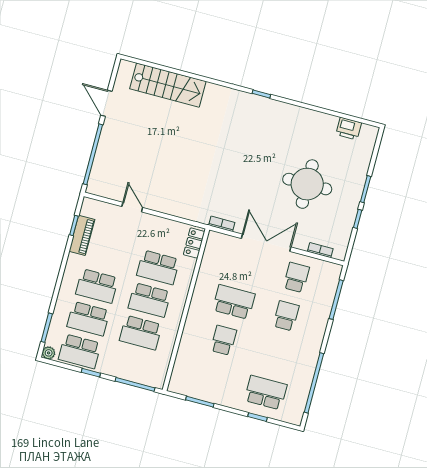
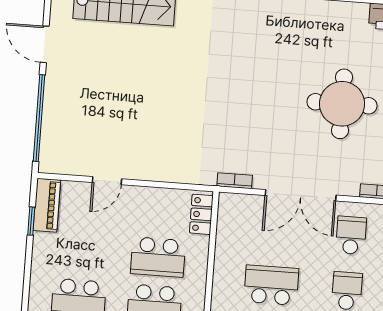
door: (132, 207) -> (107, 181), swing flipped
piano: (82, 235) -> (47, 205), moved
double door: (266, 243) -> (301, 195), swing flipped

